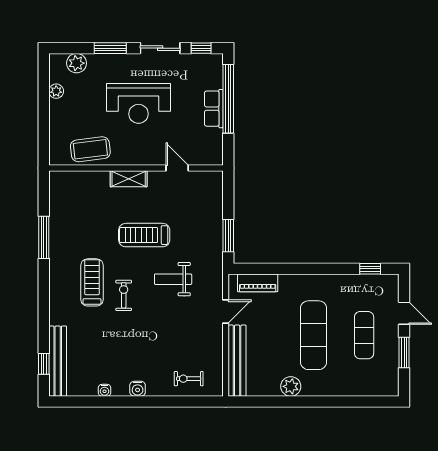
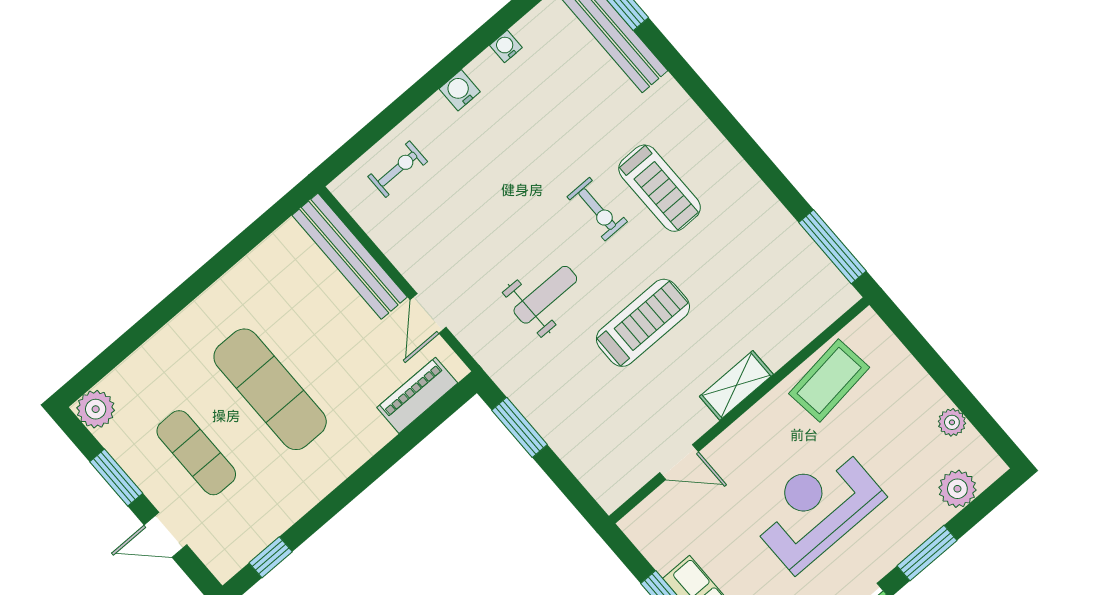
window: (44, 237) -> (832, 247), moved
plant: (291, 386) -> (96, 409), moved

